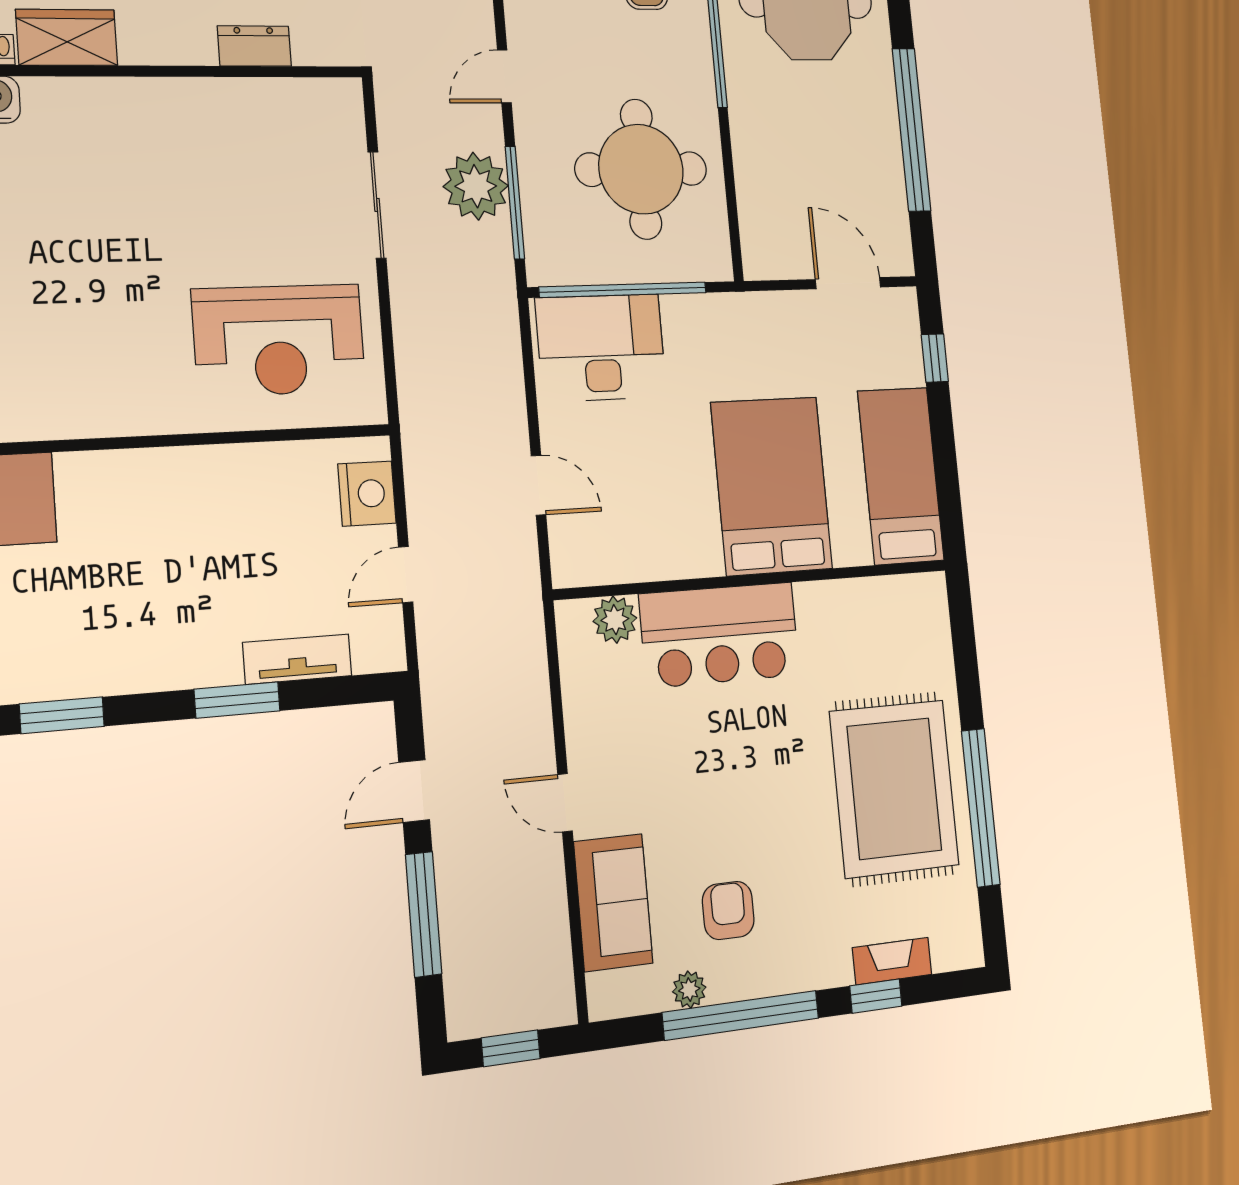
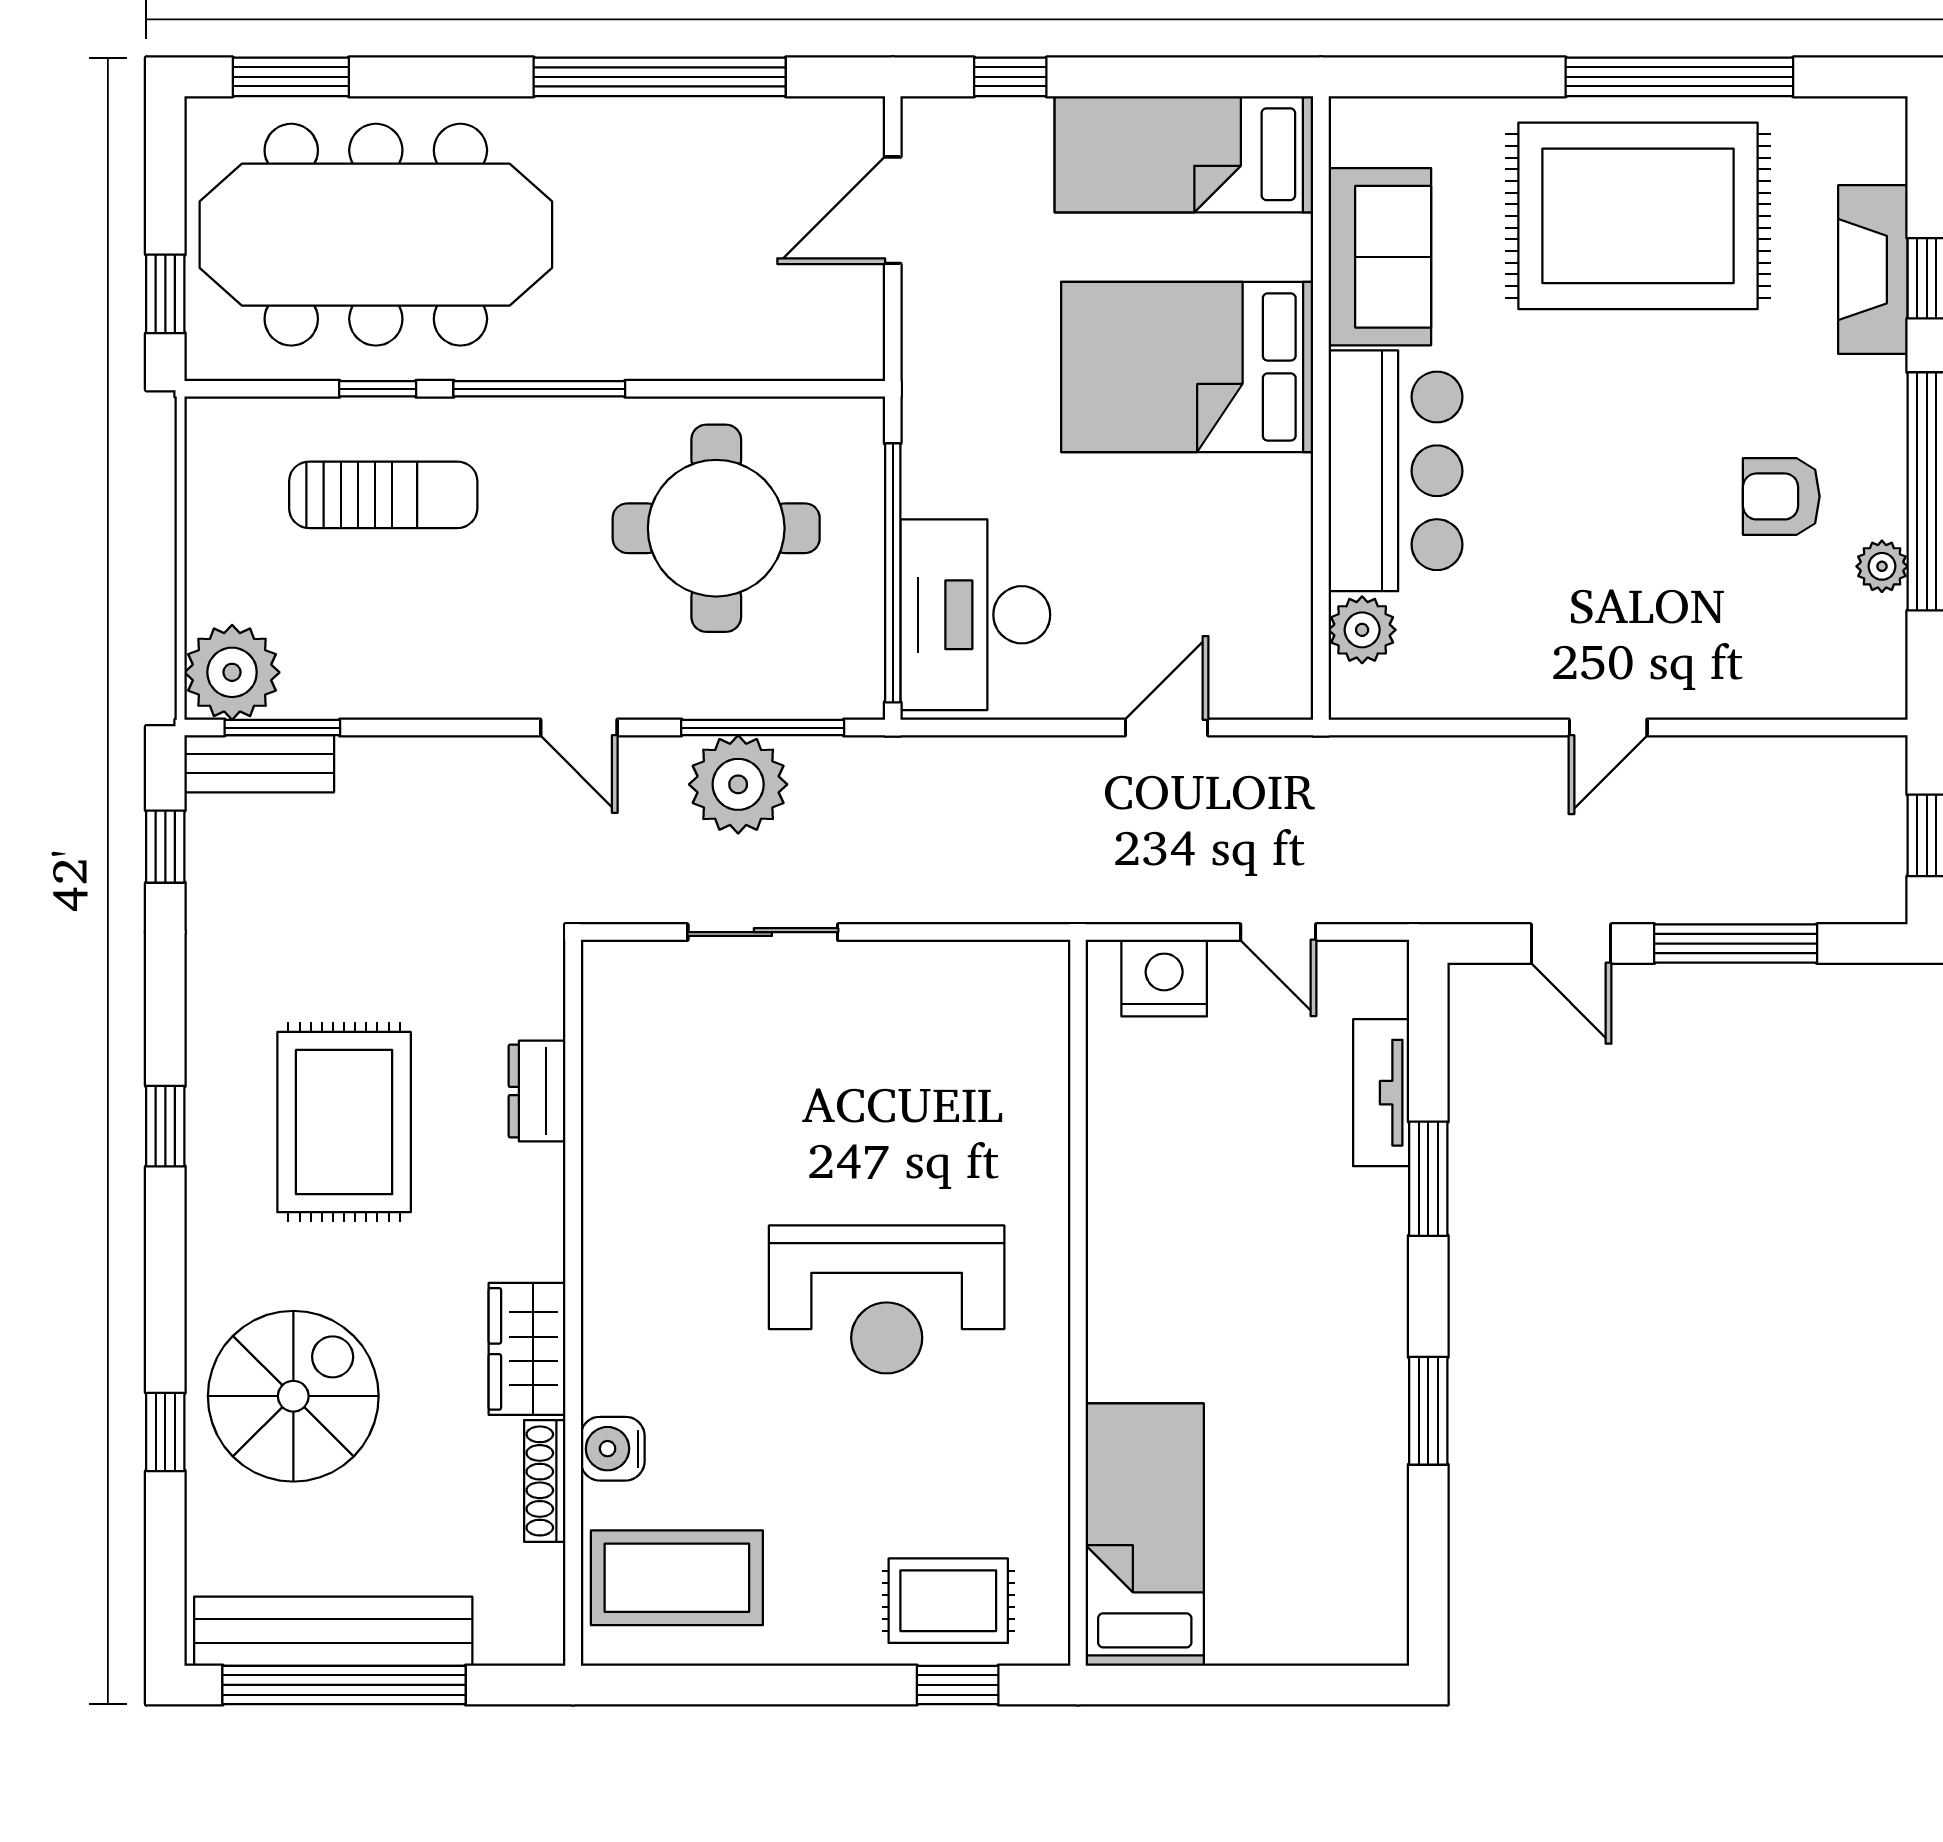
reception desk: (279, 340) -> (887, 1299), moved, turned 90
sofa: (613, 903) -> (1380, 257), moved, turned 90
fireplace: (892, 961) -> (1873, 270), width x1.37, depth x1.32

